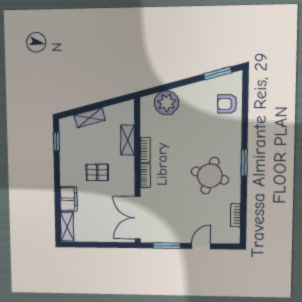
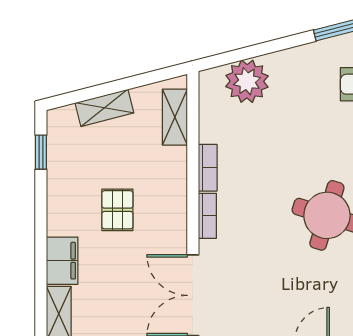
shelving: (128, 140) -> (175, 117), moved
pallet: (97, 172) -> (117, 210), turned 90

